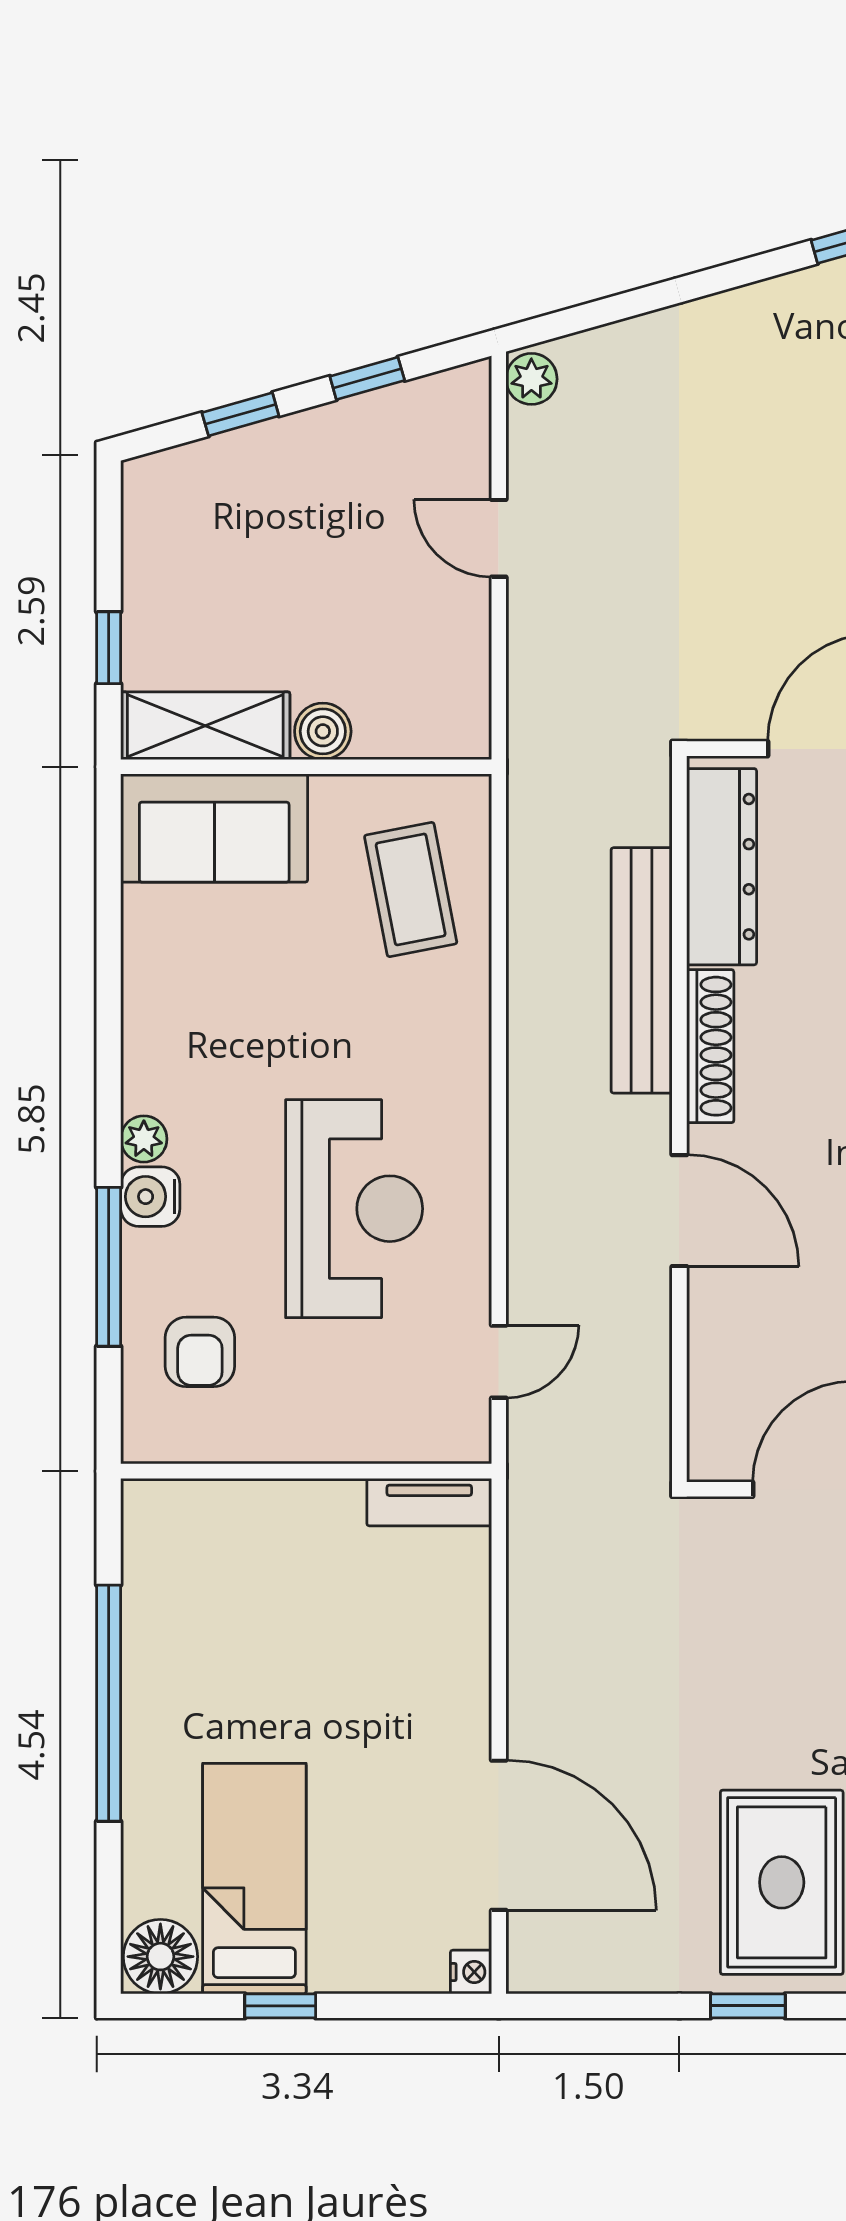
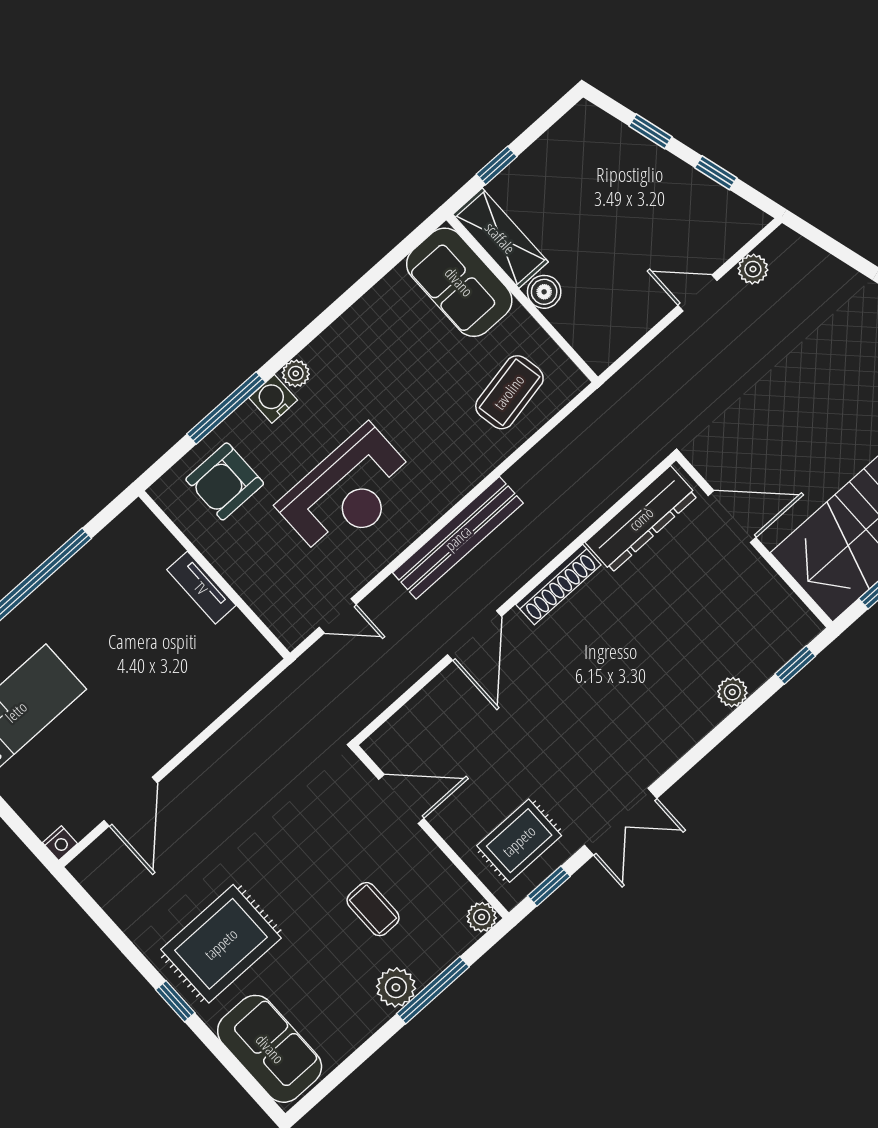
plant: (531, 379) -> (753, 269), moved
door: (499, 538) -> (698, 293), hinge flipped
bench: (642, 970) -> (458, 538), moved
armchair: (200, 1352) -> (225, 481), width x1.38, depth x1.38
tv unit: (429, 1502) -> (201, 588), moved
door: (499, 1835) -> (131, 802), width x0.73
window: (748, 2006) -> (175, 1001), moved

